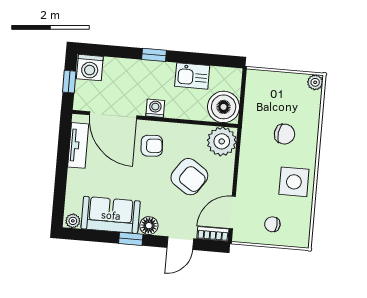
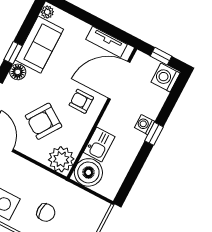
kitchen sink: (192, 76) -> (99, 145), moved, turned 180
washing machine: (155, 108) -> (145, 125), moved, turned 180
chair: (285, 134) -> (46, 213), turned -97
armchair: (152, 146) -> (81, 101), turned 94

